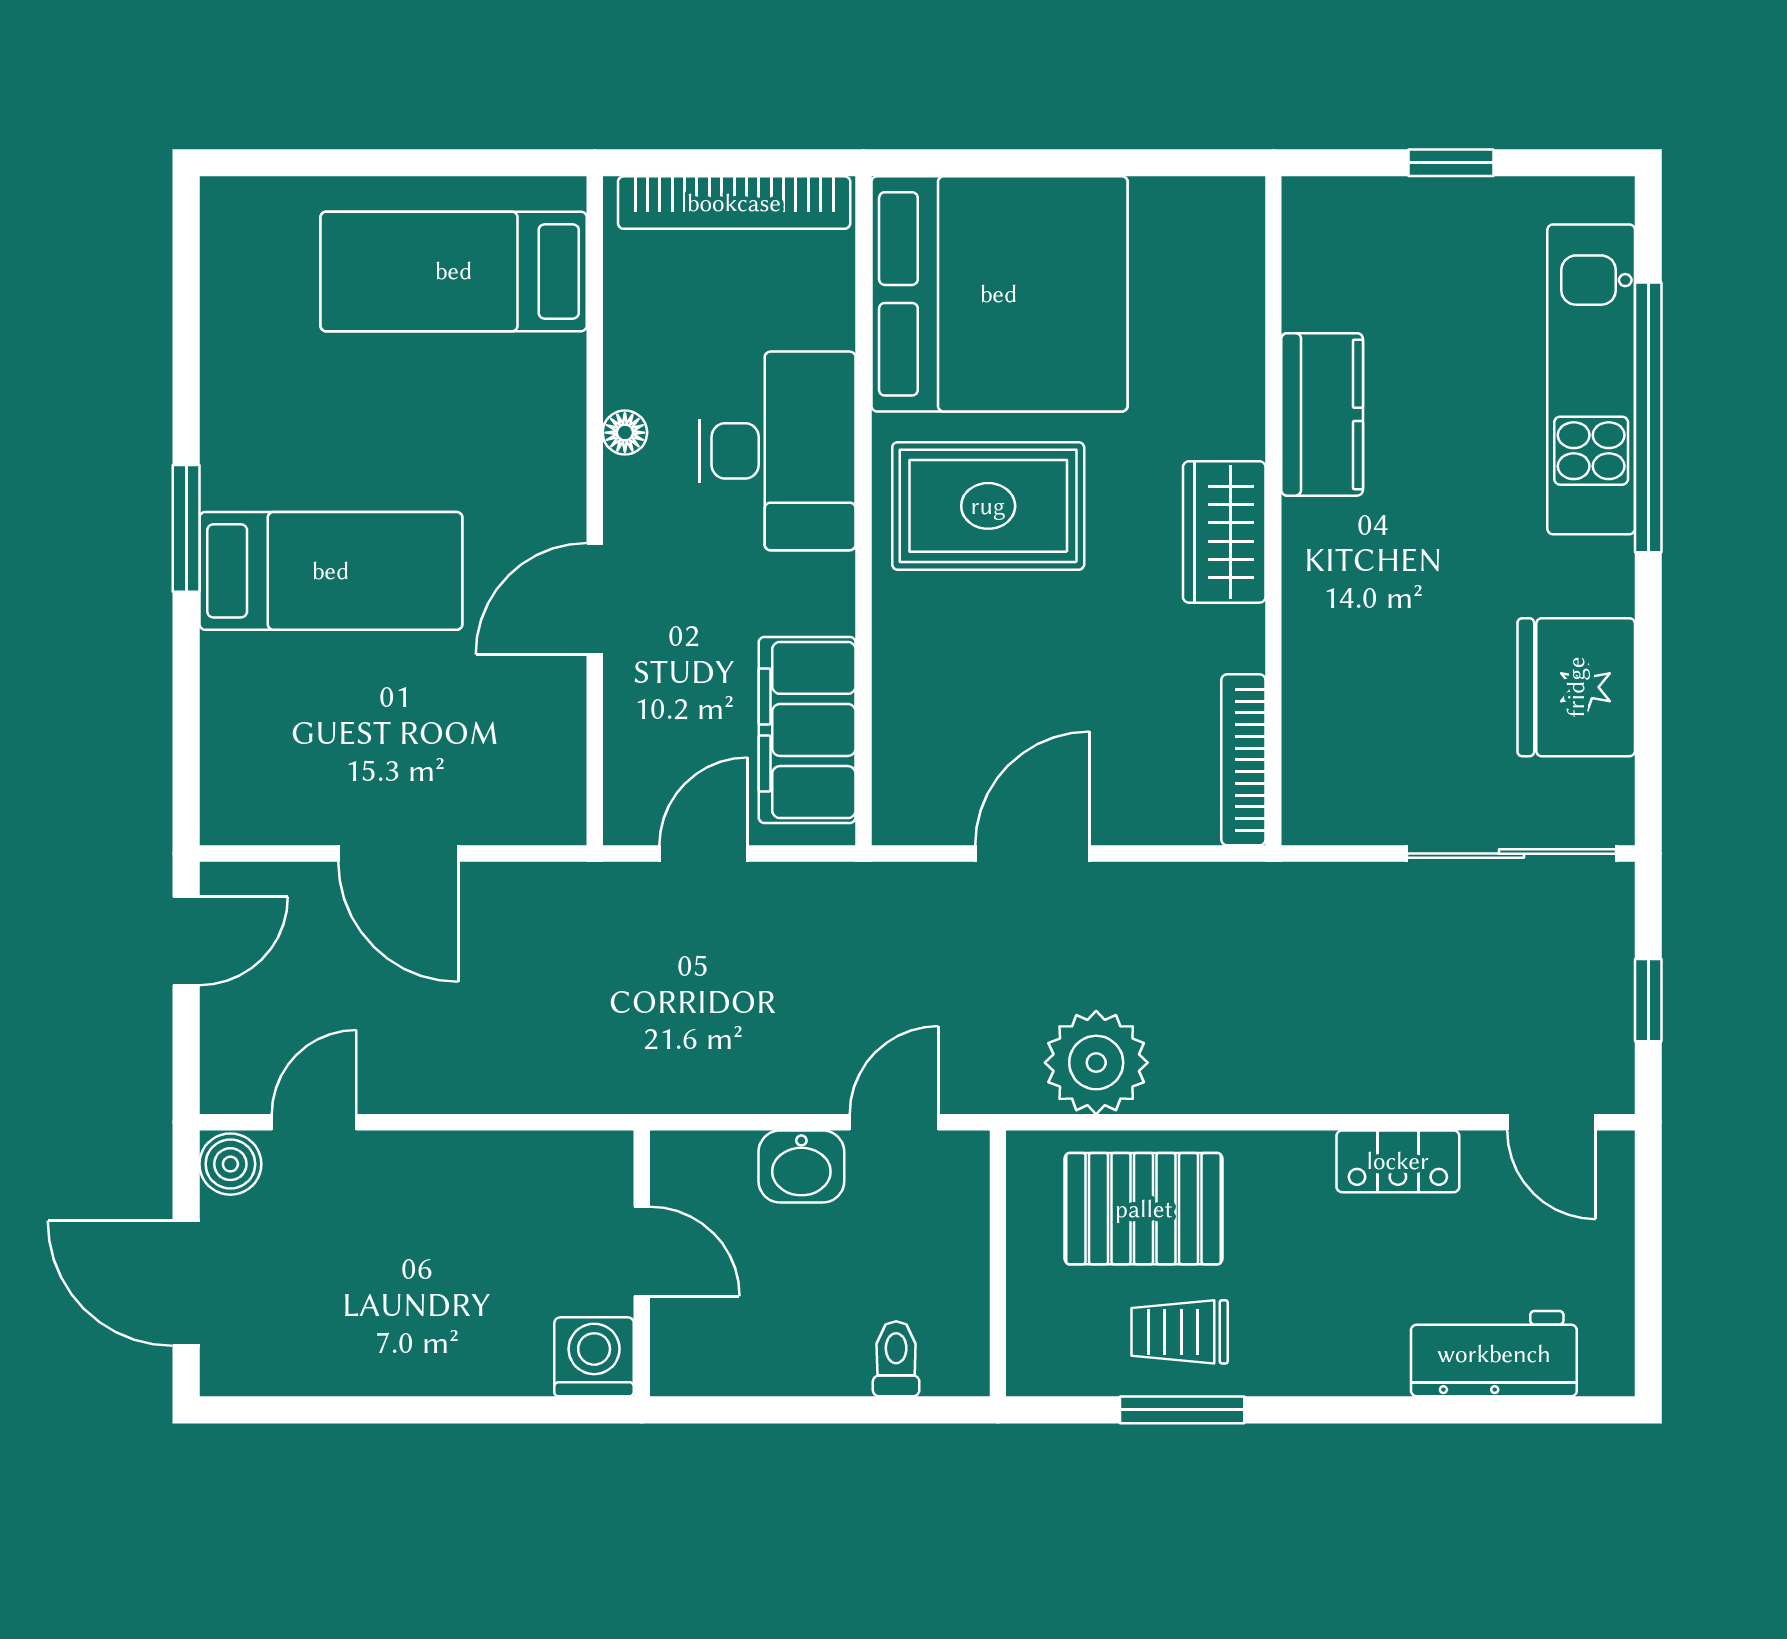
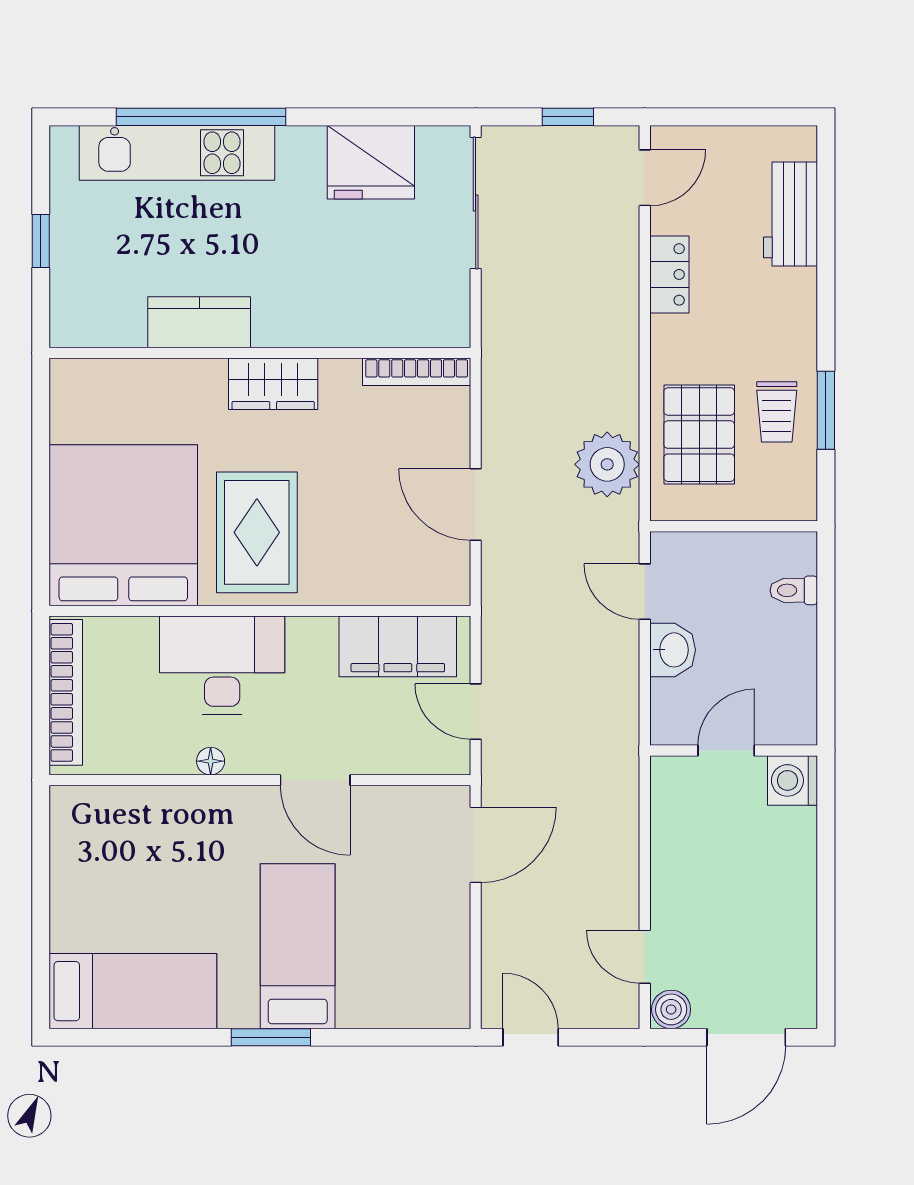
bed: (454, 271) -> (133, 991), moved, turned -90
door: (398, 854) -> (476, 845), moved

